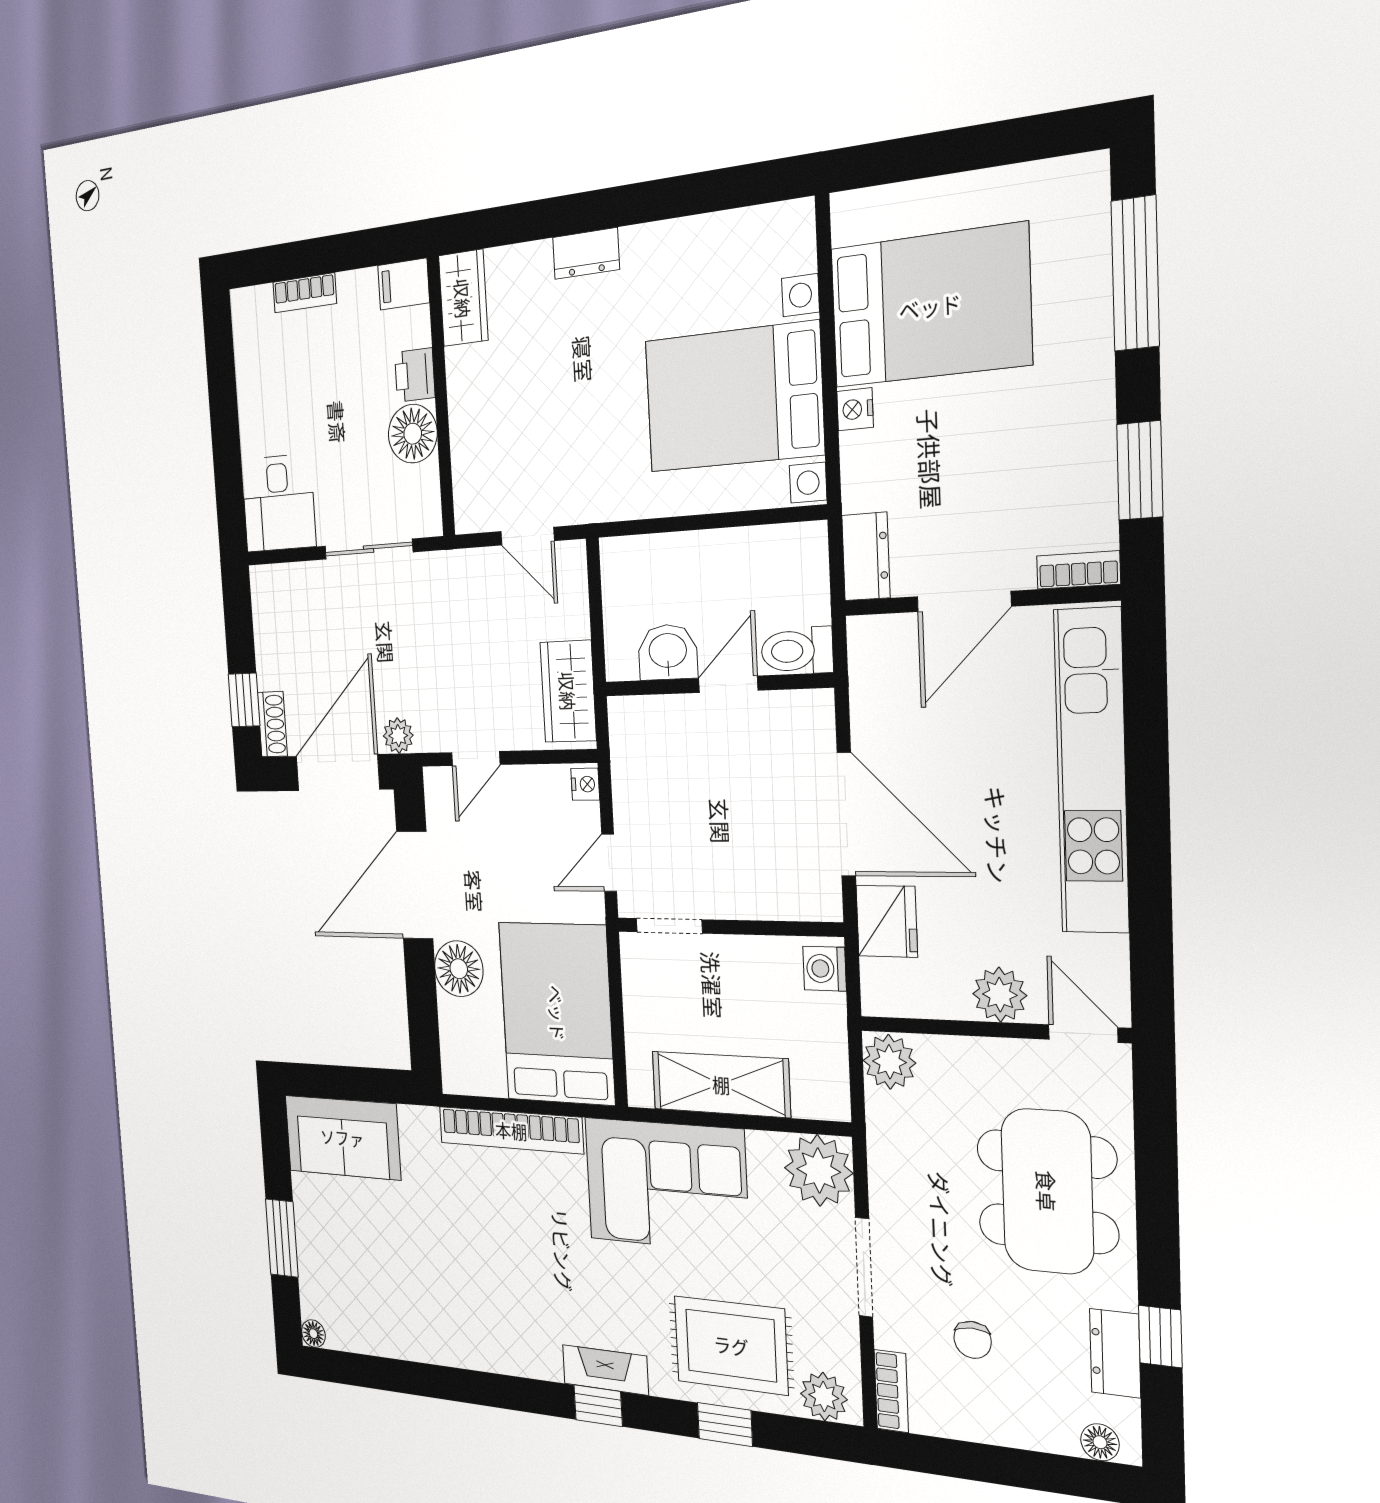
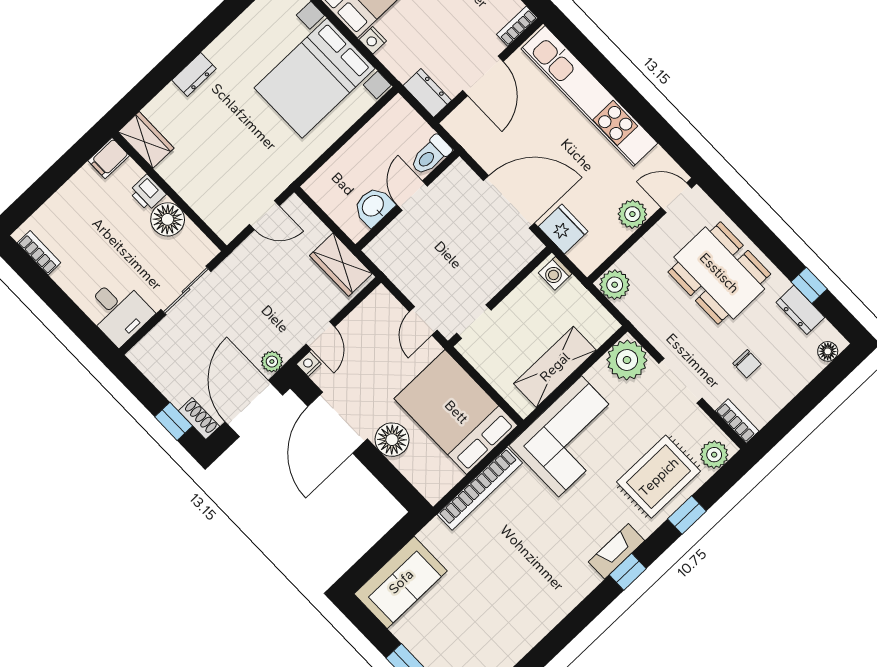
bookcase: (305, 293) -> (39, 253), moved, turned -90
nightstand: (585, 784) -> (309, 364), moved, turned -90

